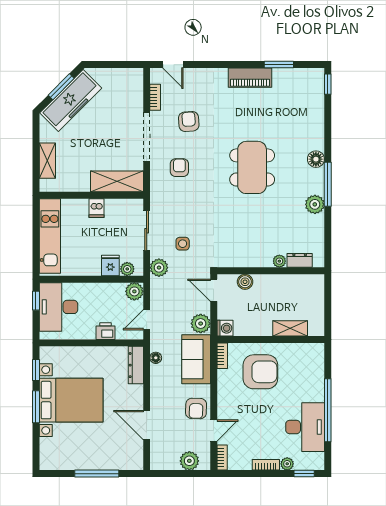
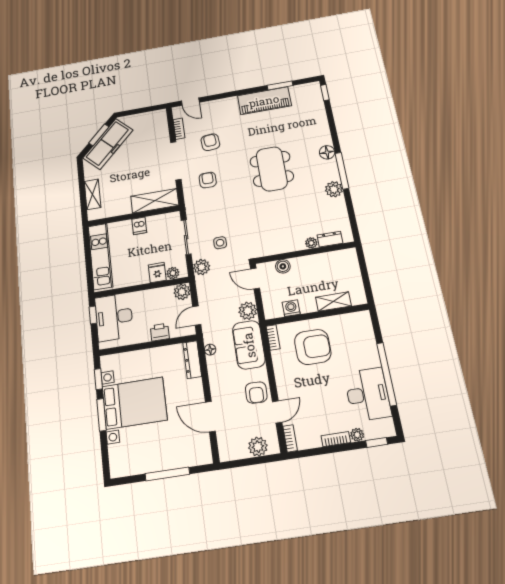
piano: (250, 78) -> (264, 101), width x1.37, depth x1.33
washing machine: (225, 328) -> (291, 308), moved, turned -90

